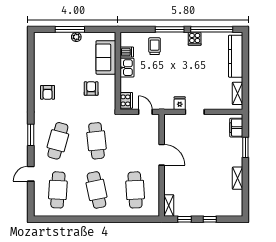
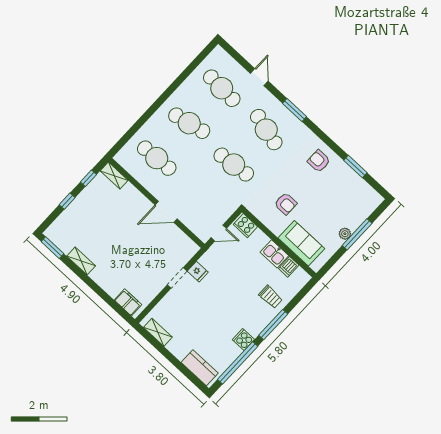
kitchen counter: (236, 56) -> (200, 368), width x0.67
window: (31, 68) -> (355, 167), added
window: (245, 147) -> (52, 248), moved

